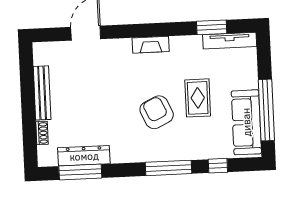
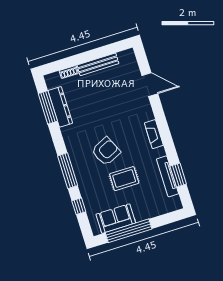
tv unit: (230, 41) -> (168, 176), moved
sofa: (246, 122) -> (116, 219), width x0.73

